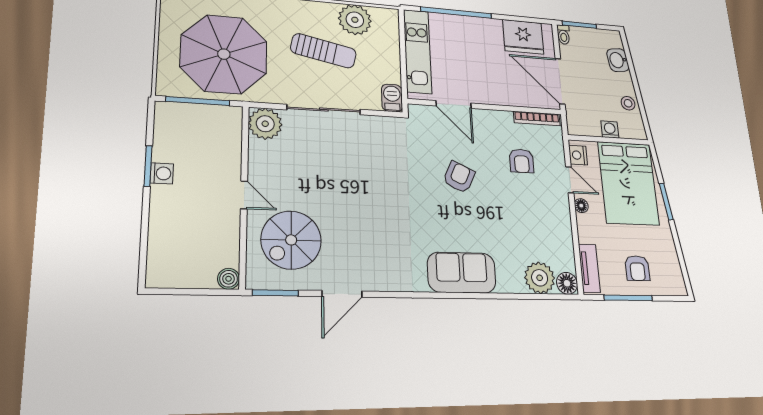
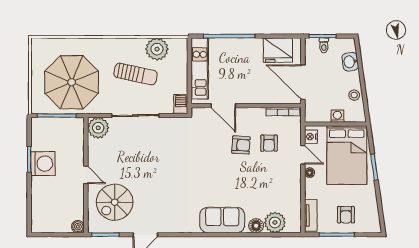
toilet: (564, 35) -> (324, 45), moved
washing machine: (162, 173) -> (43, 164), width x1.89, depth x1.89
armchair: (459, 177) -> (241, 145), moved, turned 69
floor lamp: (567, 283) -> (256, 226), moved

